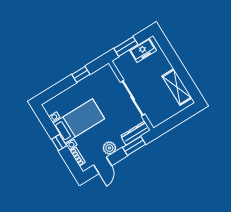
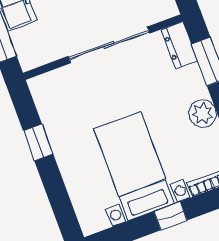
dresser: (135, 133) -> (179, 45), width x0.70

